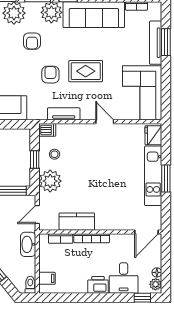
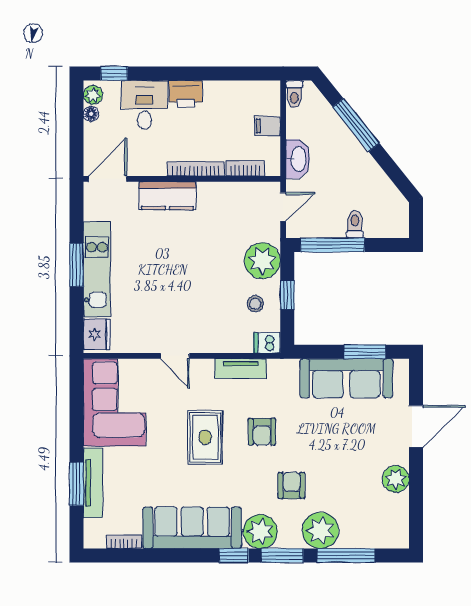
rug: (86, 71) -> (205, 437), turned 90
kitchen counter: (77, 222) -> (167, 196), moved
filing cabinet: (47, 278) -> (267, 126), moved

